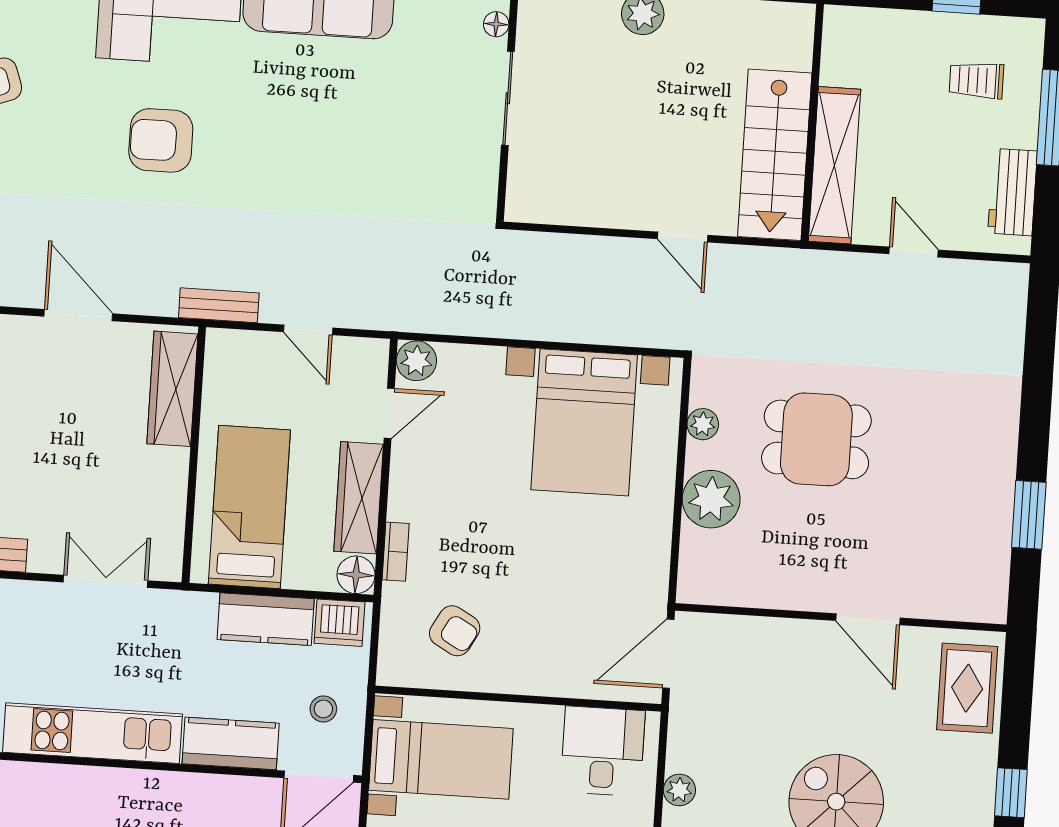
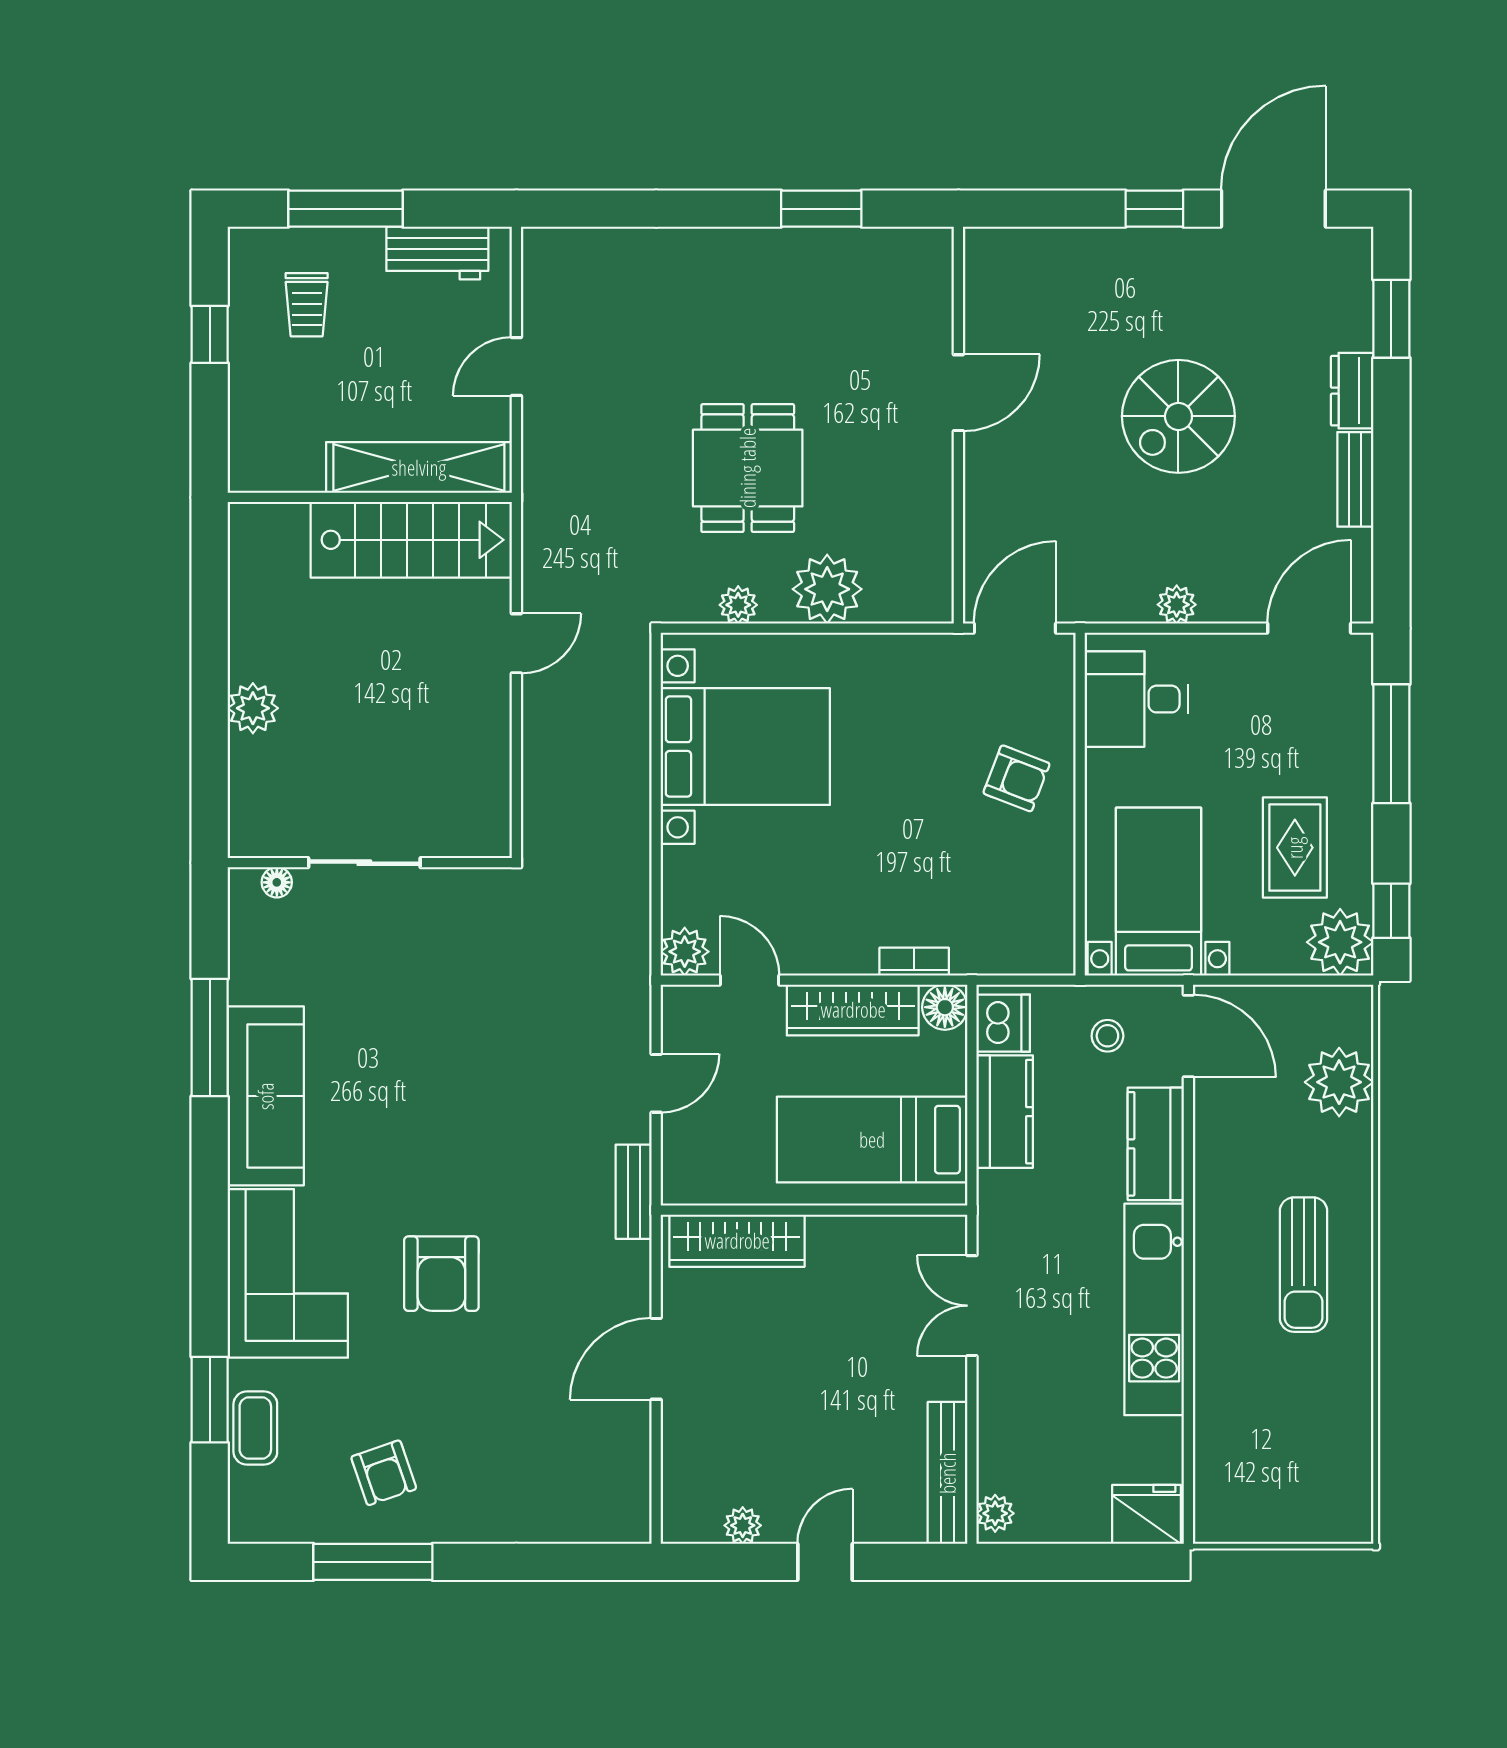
armchair: (455, 631) -> (1016, 778), moved, turned 82
door: (668, 654) -> (1015, 628), swing flipped
rug: (967, 688) -> (1033, 269), removed

